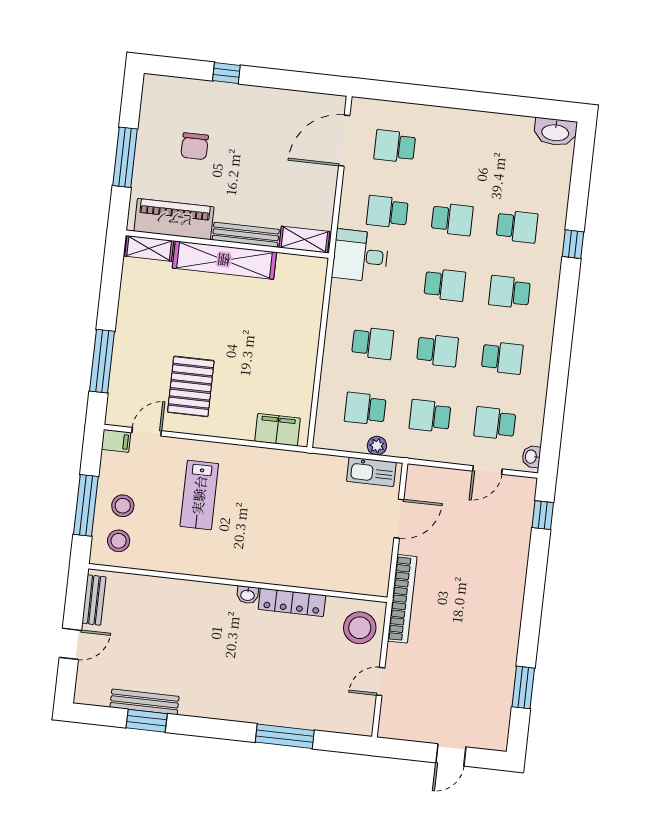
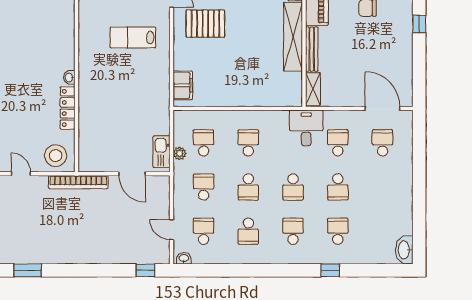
school desk: (517, 226) -> (338, 231), turned 180
school desk: (373, 343) -> (248, 143), turned 180

